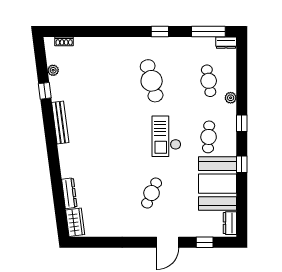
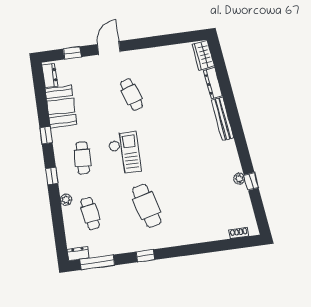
plant: (53, 70) -> (239, 179), moved
bench: (60, 122) -> (223, 119), moved
booth: (217, 184) -> (61, 107), width x0.73, depth x0.70
cafe table: (152, 193) -> (131, 95), turned -42

